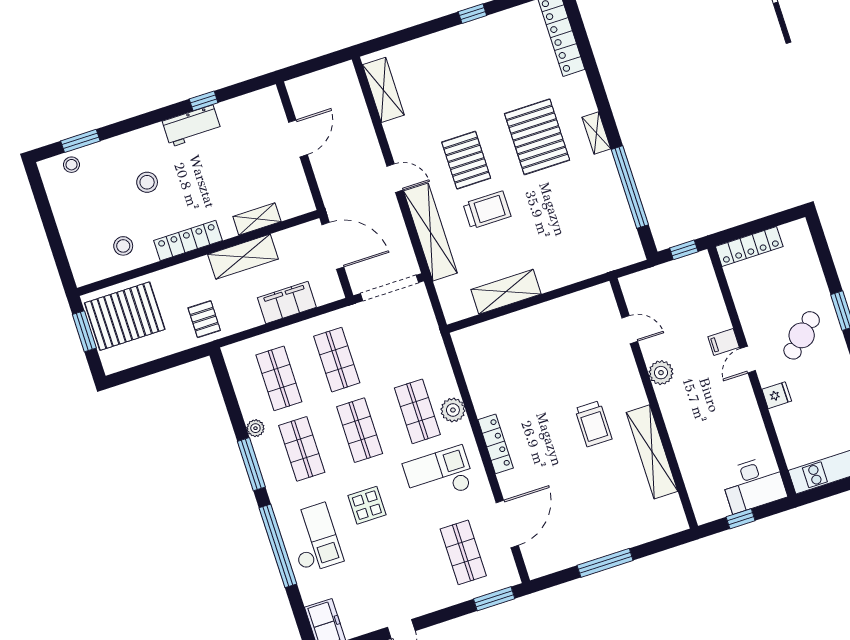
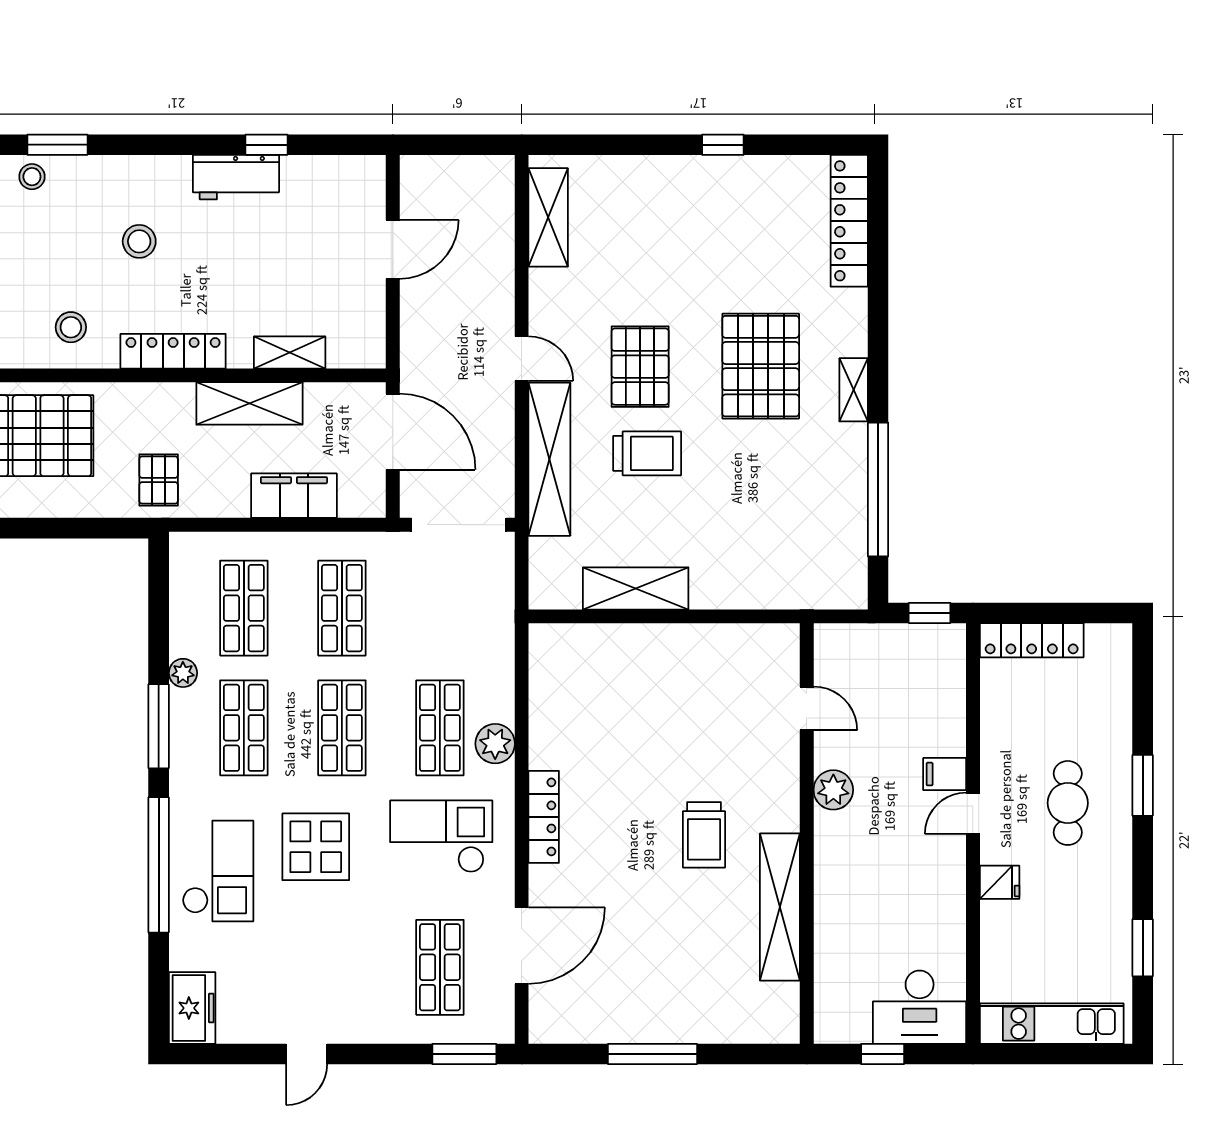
cafe table: (802, 335) -> (1068, 803), turned -48
display table: (367, 505) -> (316, 847), width x1.36, depth x1.36

